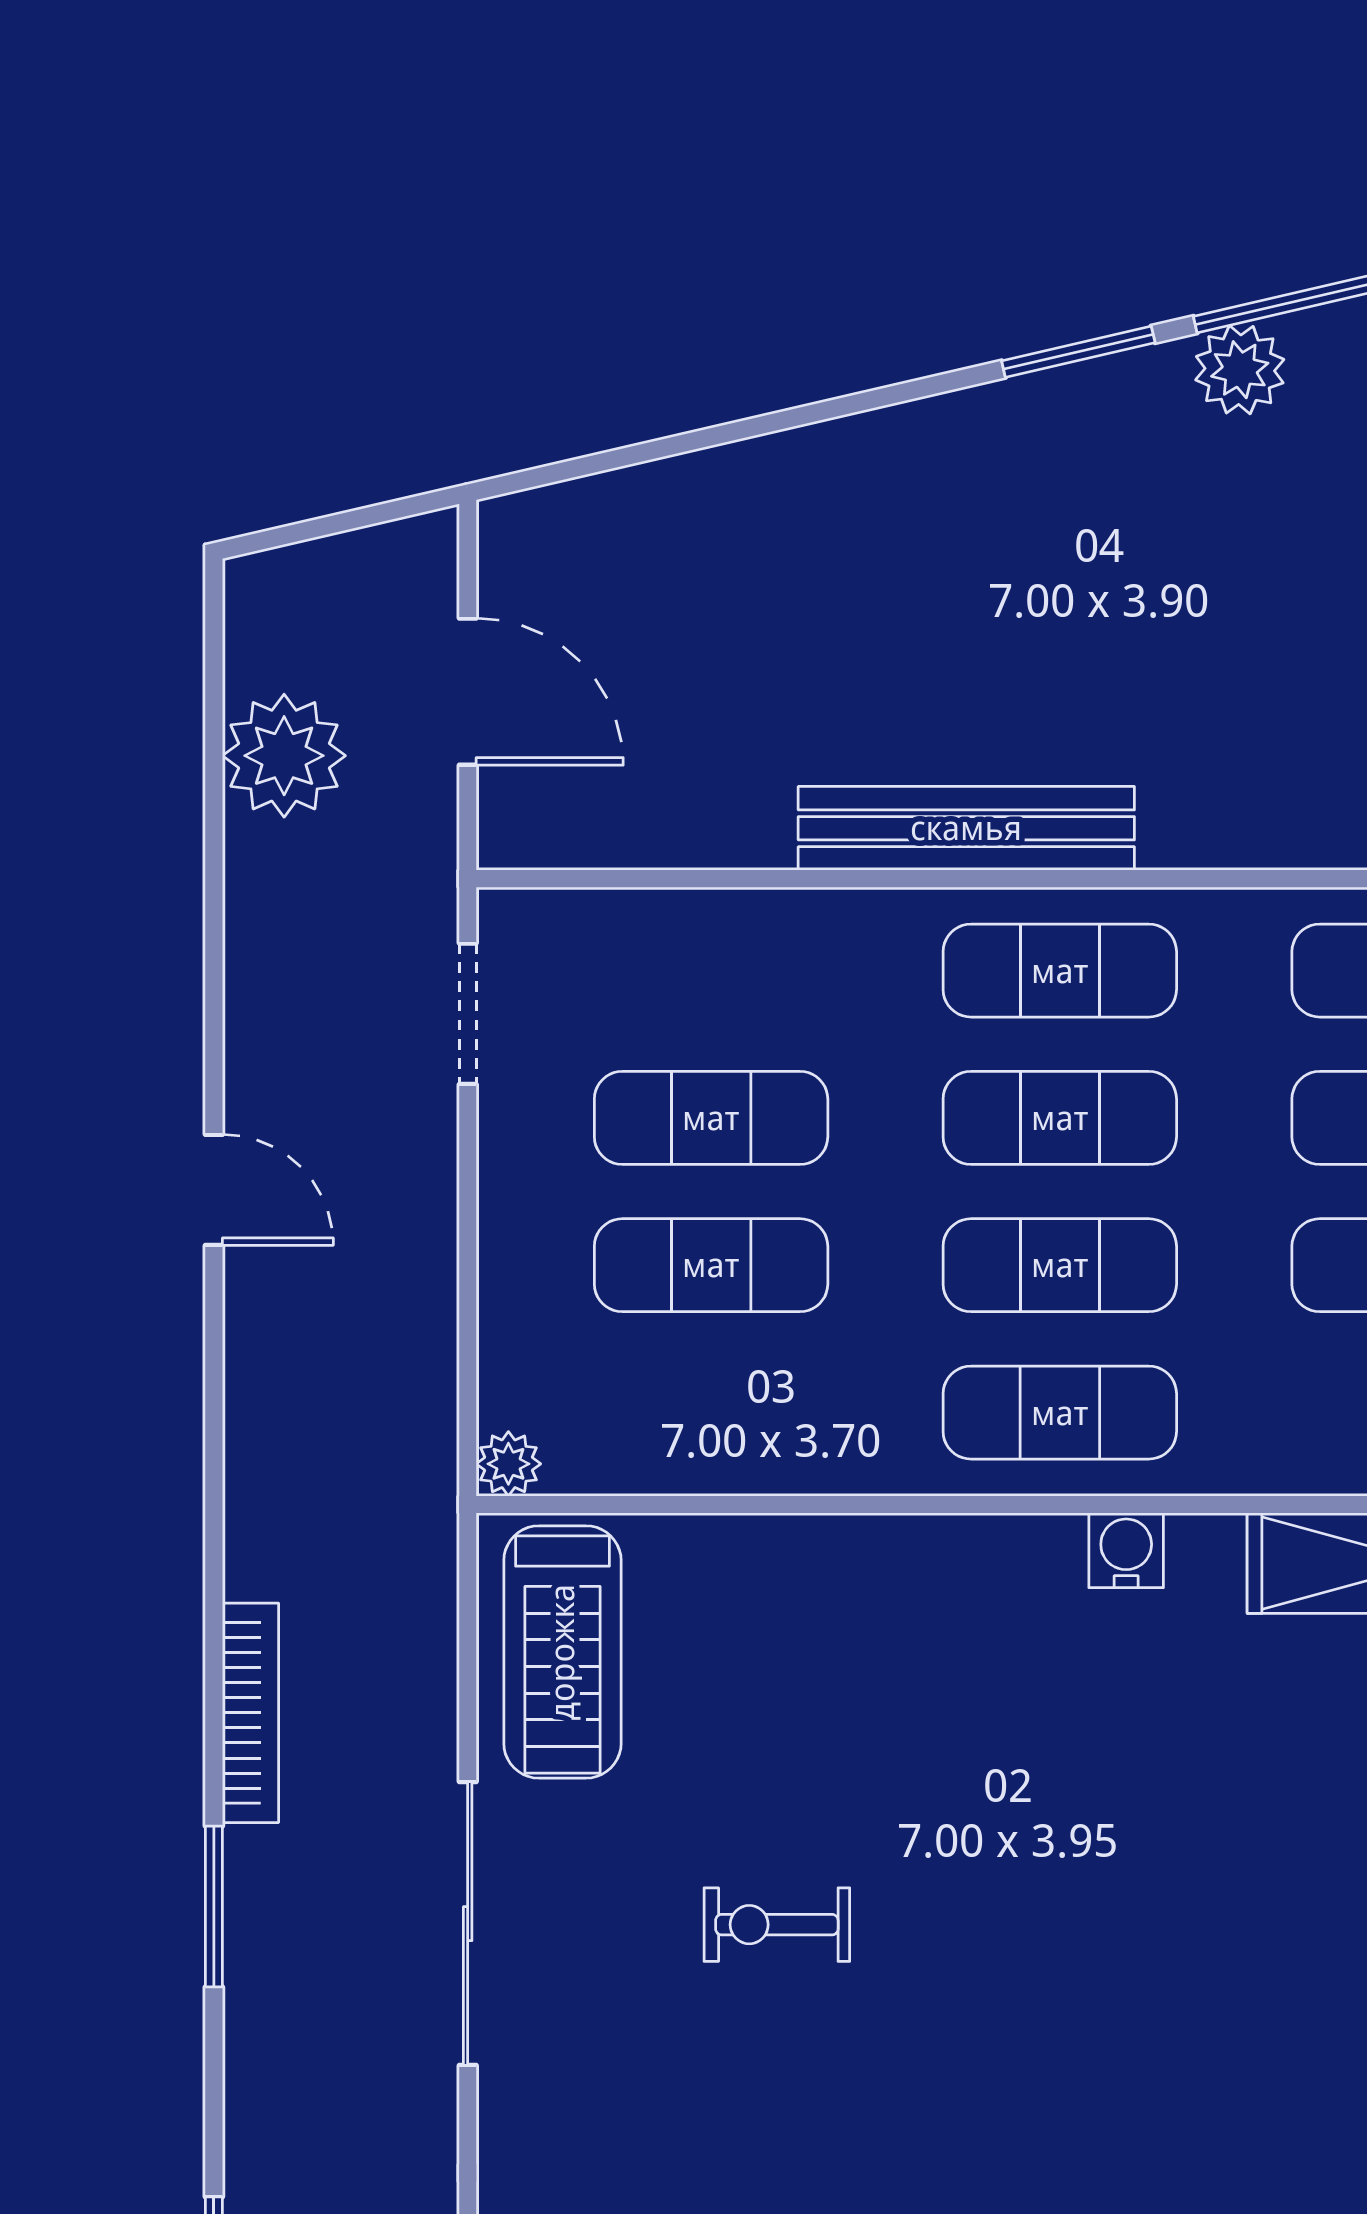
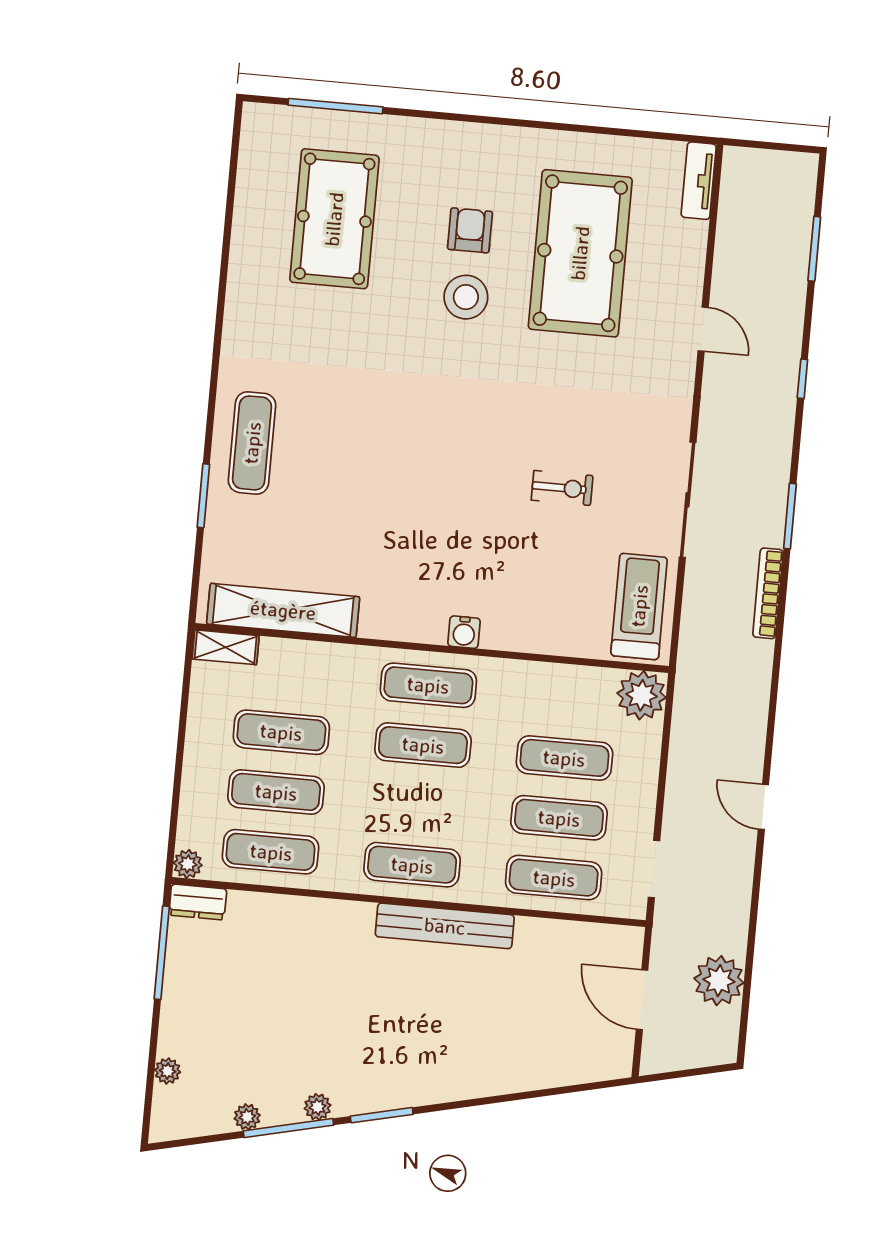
plant: (1240, 370) -> (318, 1107), width x0.73, depth x0.73
exercise mat: (1060, 1118) -> (554, 878), moved
plant: (508, 1464) -> (642, 695), width x1.87, depth x1.87
water cooler: (1126, 1550) -> (464, 632), moved

